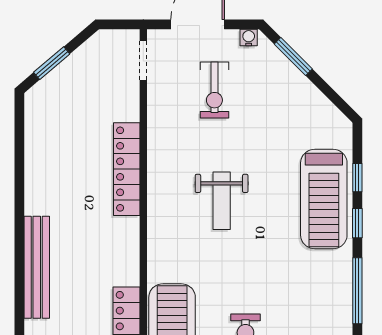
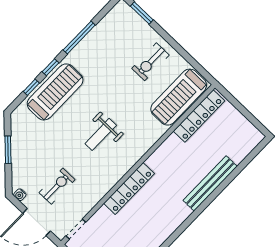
window: (293, 57) -> (8, 150), moved
weight bench: (222, 201) -> (101, 134), turned 180

